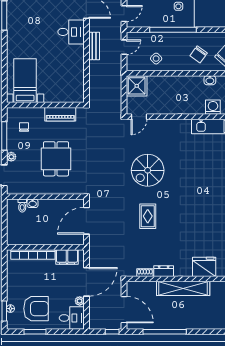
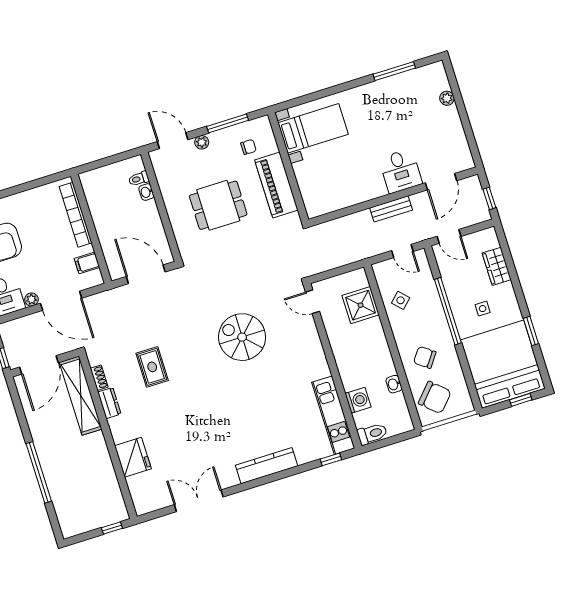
shower: (137, 86) -> (361, 305), moved
piano: (60, 114) -> (276, 185), width x1.37, depth x1.33
rug: (148, 216) -> (152, 367), moved, turned 90
filing cabinet: (67, 257) -> (87, 263), width x0.50
shelving: (183, 288) -> (81, 396), moved
window: (165, 332) -> (39, 472), moved

